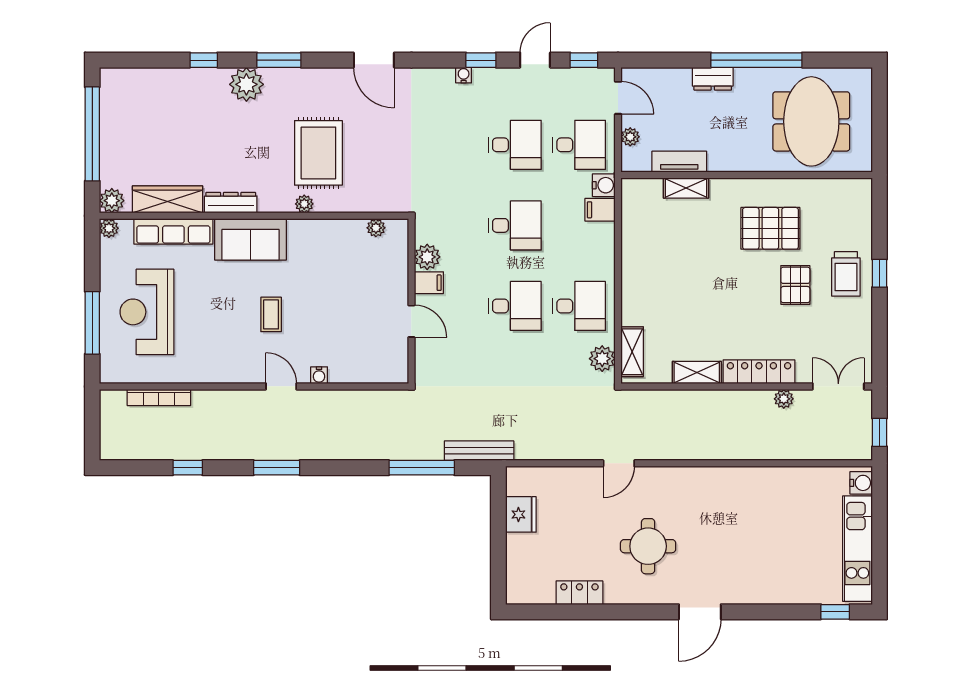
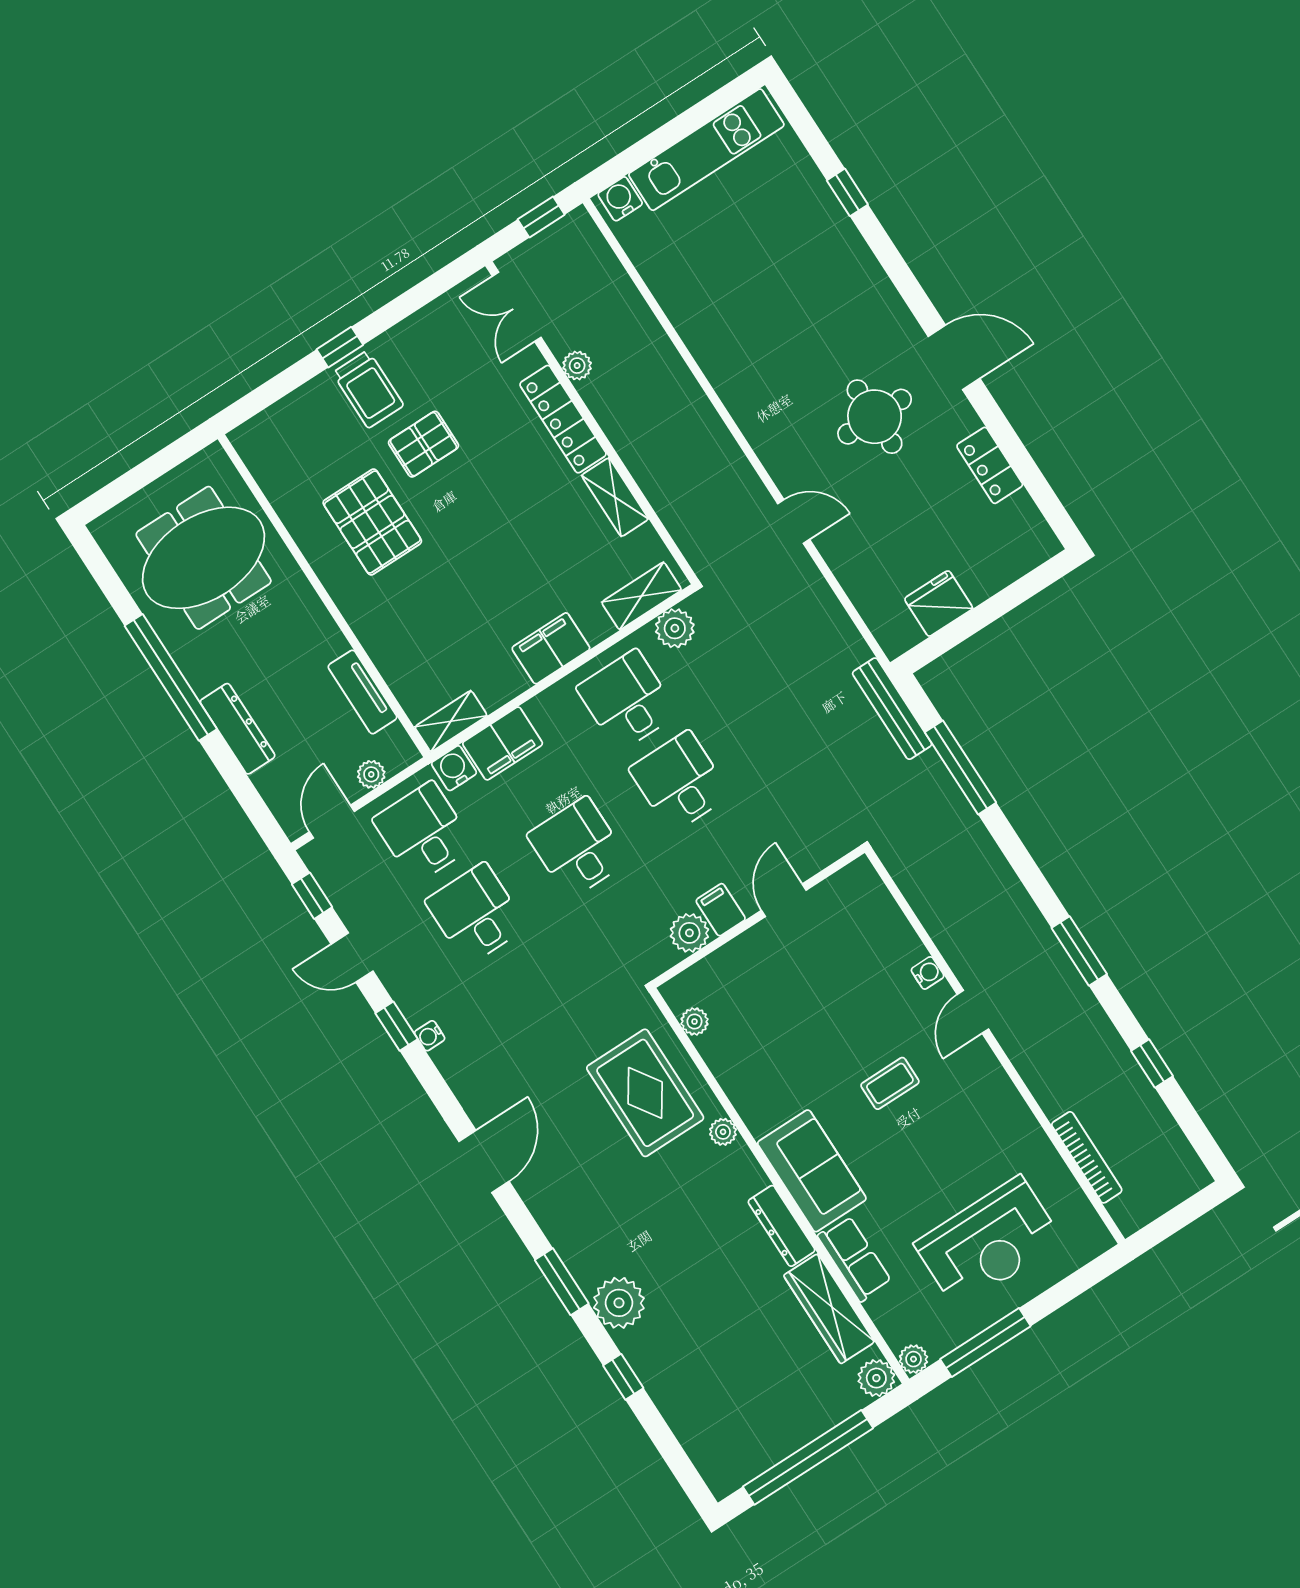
dresser: (713, 79) -> (238, 729), width x1.44
rug: (318, 153) -> (645, 1093), moved, turned 90
shelving: (686, 188) -> (451, 721), moved, turned 90
filing cabinet: (600, 210) -> (503, 743), width x2.00
row of seats: (173, 231) -> (854, 1259), width x0.68
trolley: (846, 274) -> (368, 389), turned 90
filing cabinet: (636, 282) -> (551, 648), added
window: (92, 323) -> (985, 1343), moved
door: (700, 612) -> (954, 357), moved
window: (835, 612) -> (847, 192), moved

